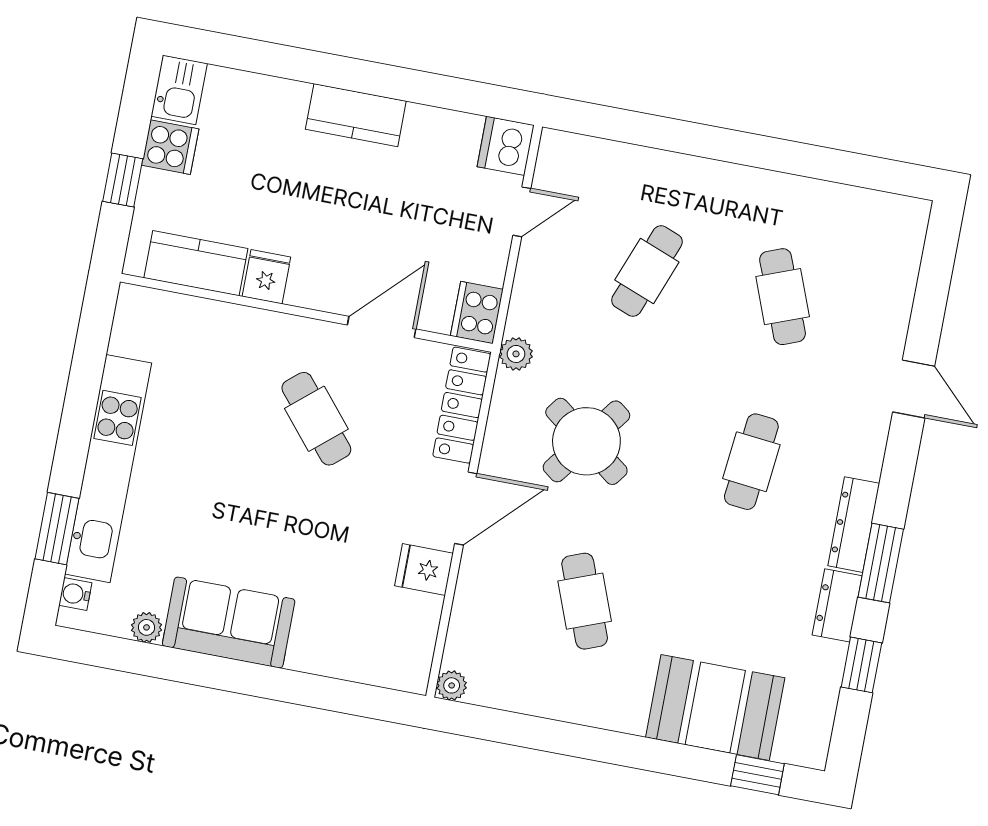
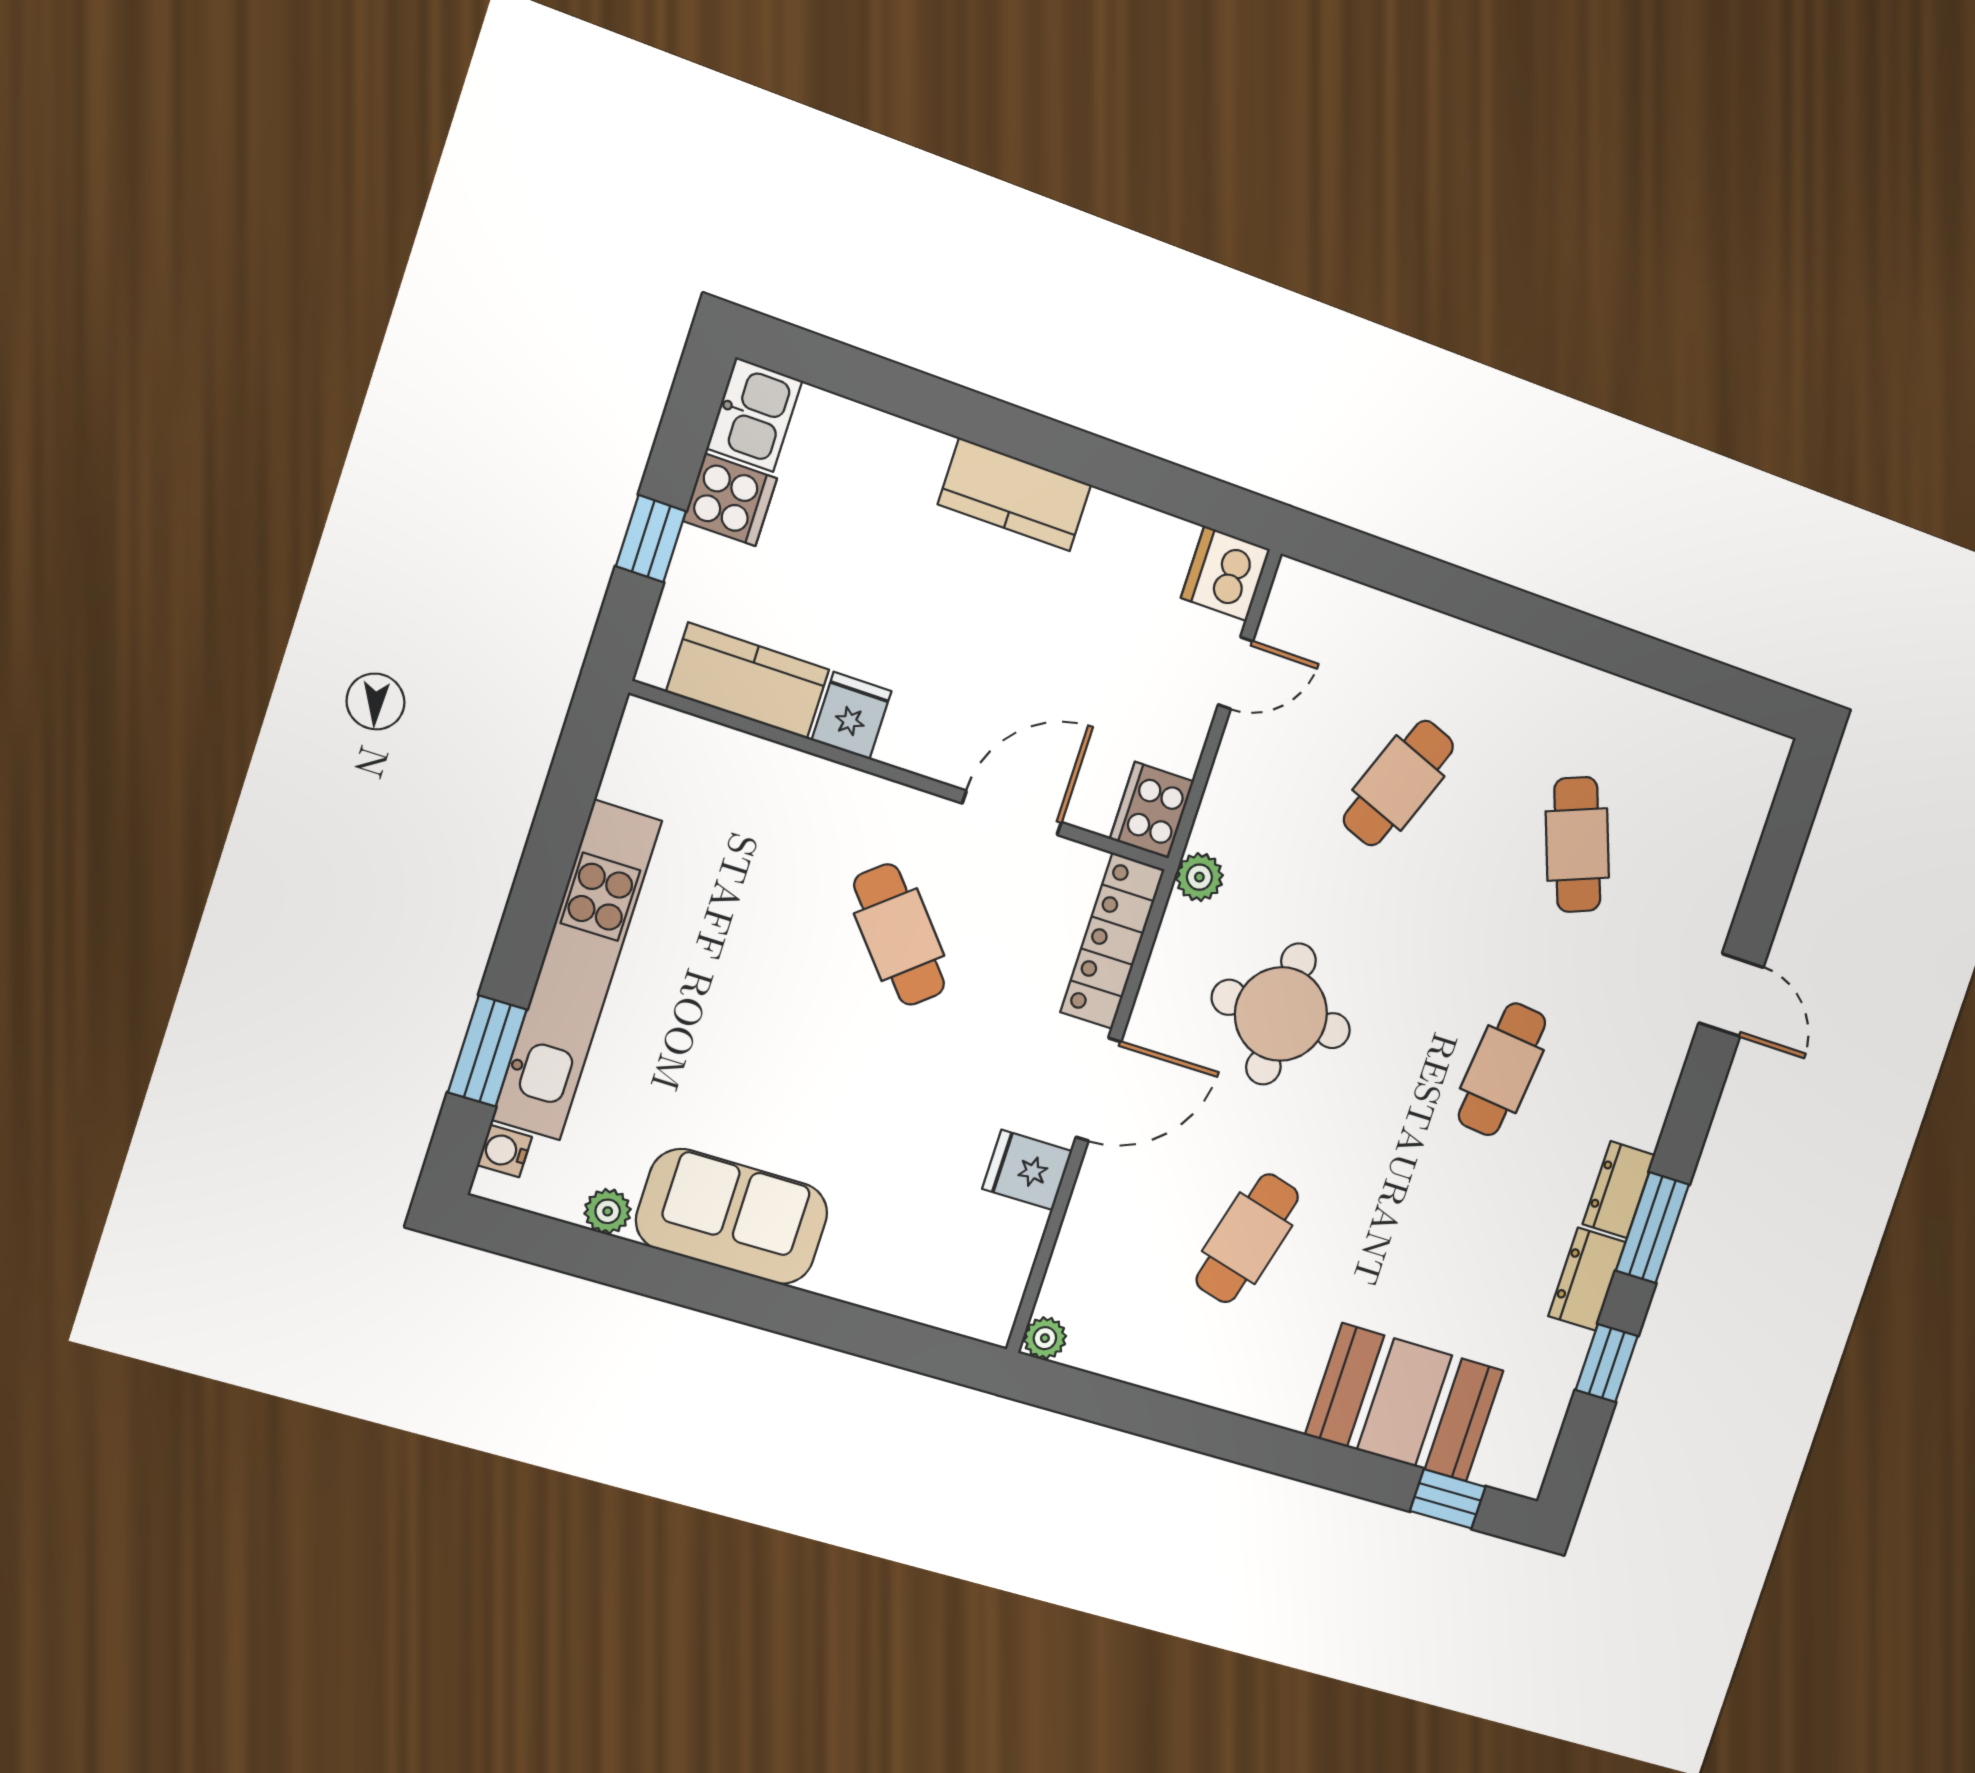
round table: (586, 441) -> (1281, 1014), turned -37
dresser: (854, 525) -> (1619, 1190), width x0.70
cafe table: (585, 601) -> (1247, 1238), turned 36

